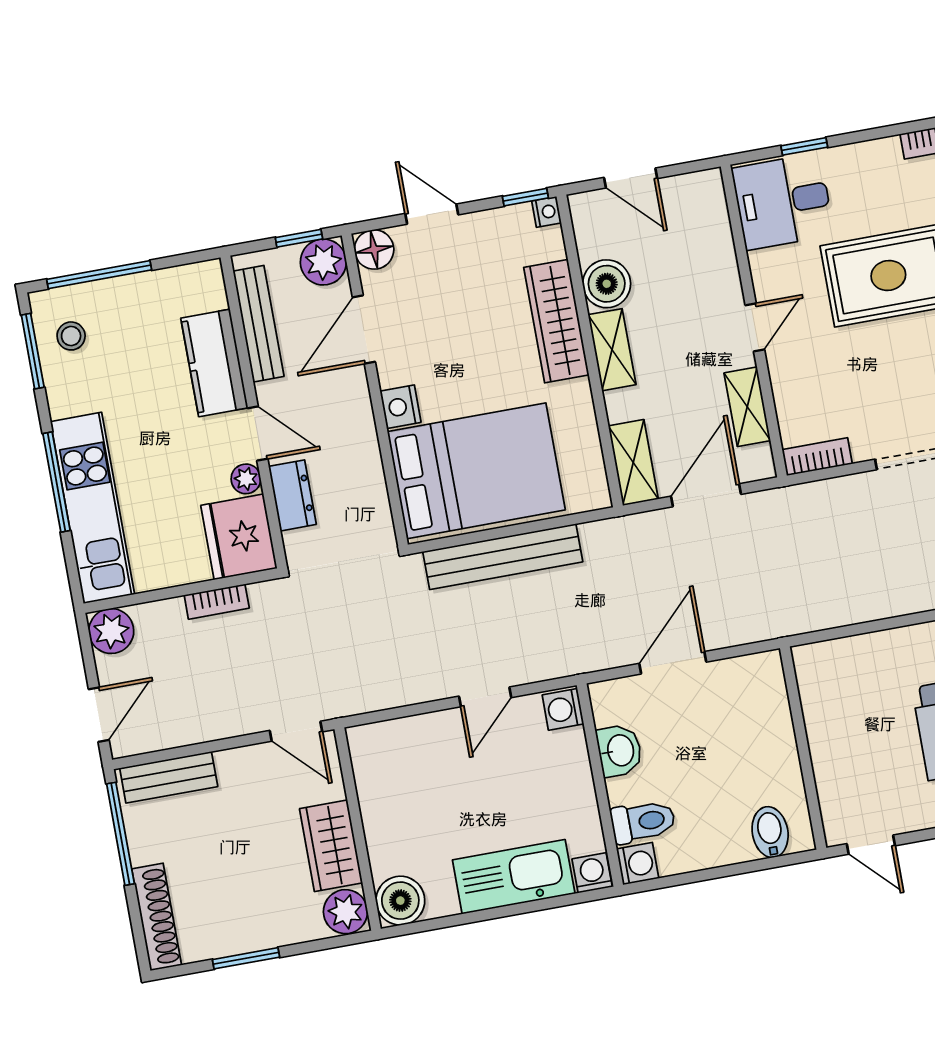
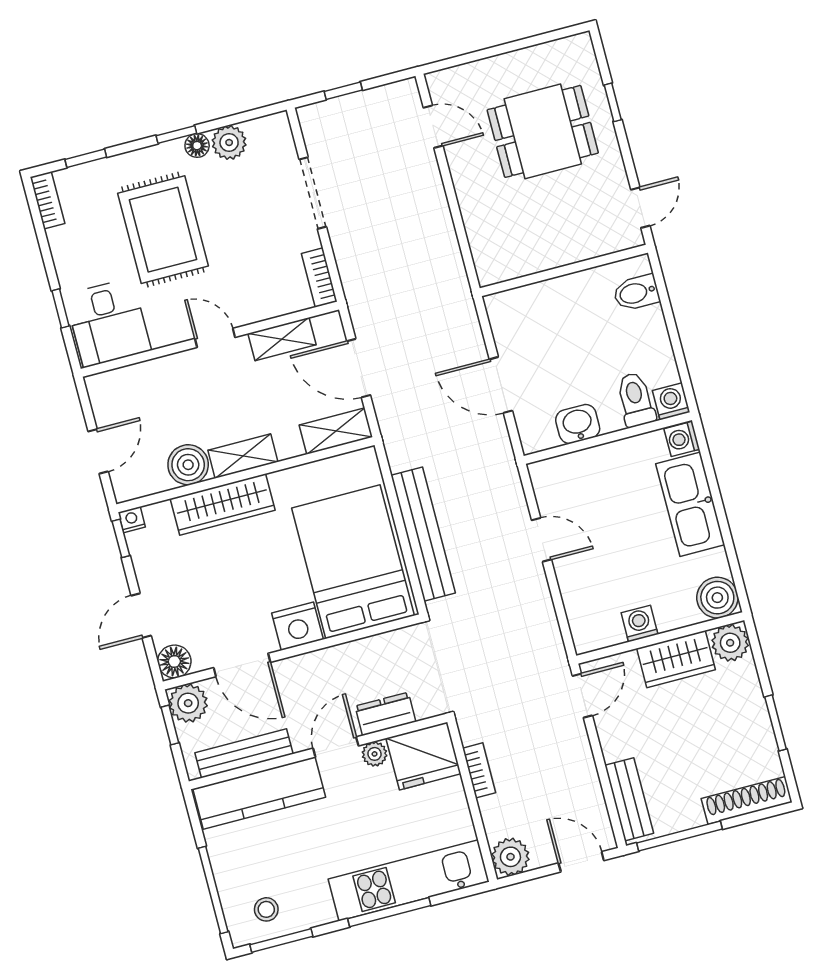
kitchen counter: (214, 363) -> (259, 793), width x1.50
nightstand: (400, 407) -> (297, 626), width x1.36, depth x1.33
washing machine: (563, 709) -> (639, 624), moved, turned 180

